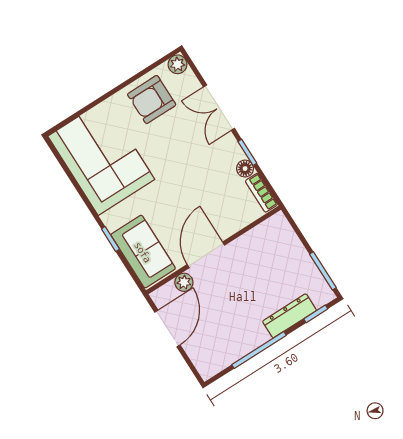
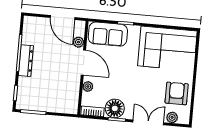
plant: (178, 64) -> (172, 117), moved
floor lamp: (245, 169) -> (115, 108), width x1.89, depth x1.89
plant: (233, 224) -> (88, 87), added
dresser: (289, 316) -> (26, 61), moved

